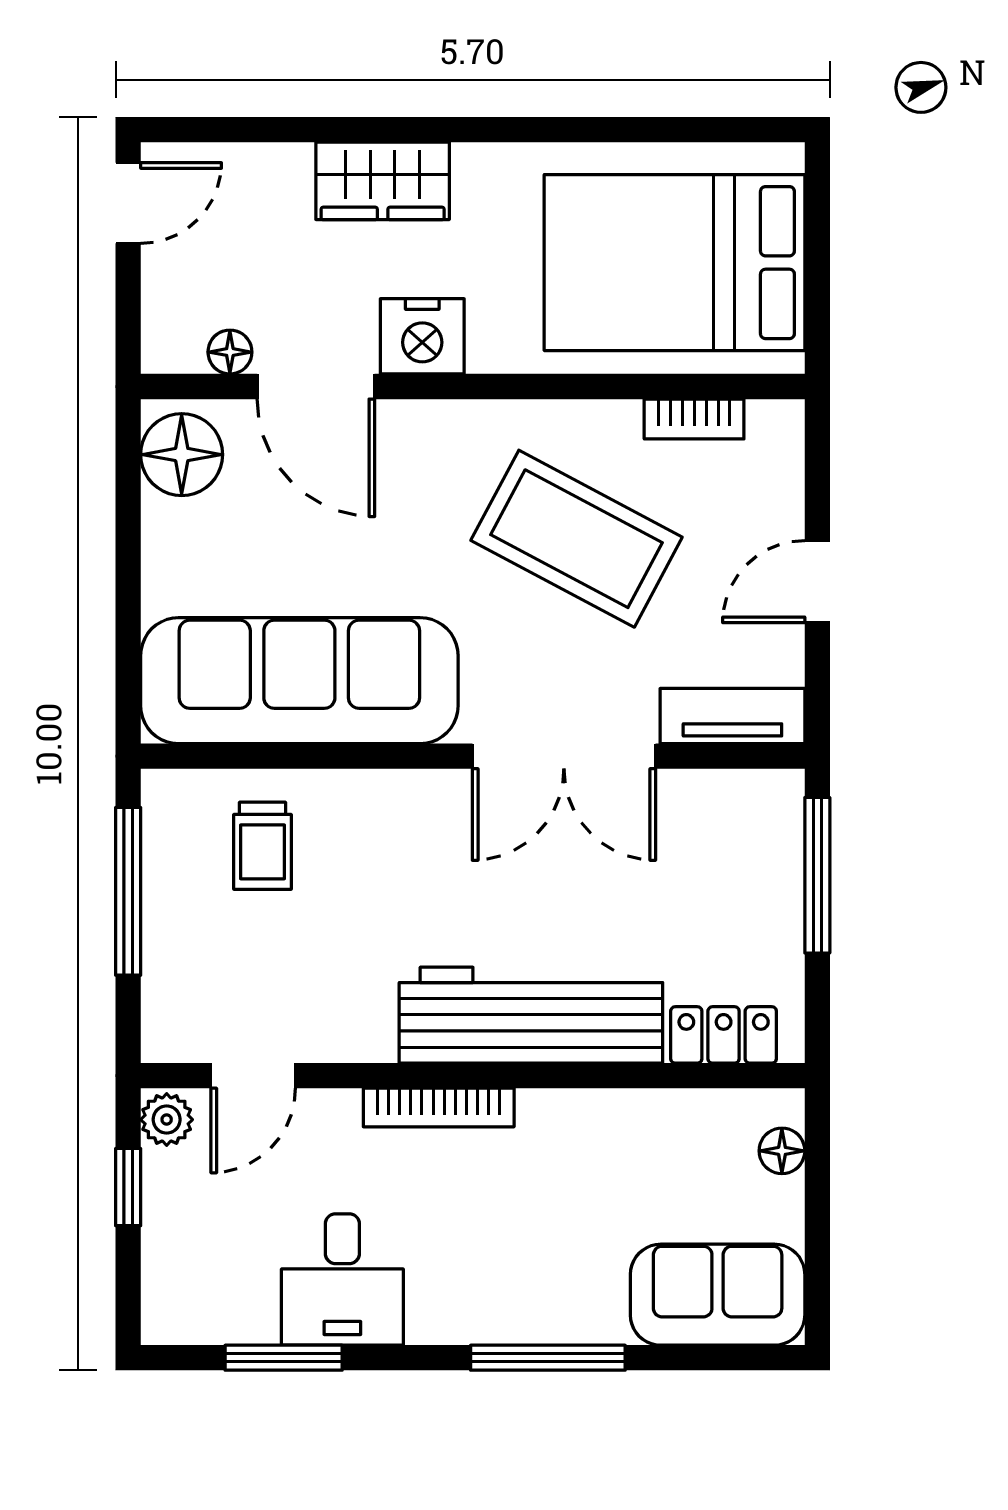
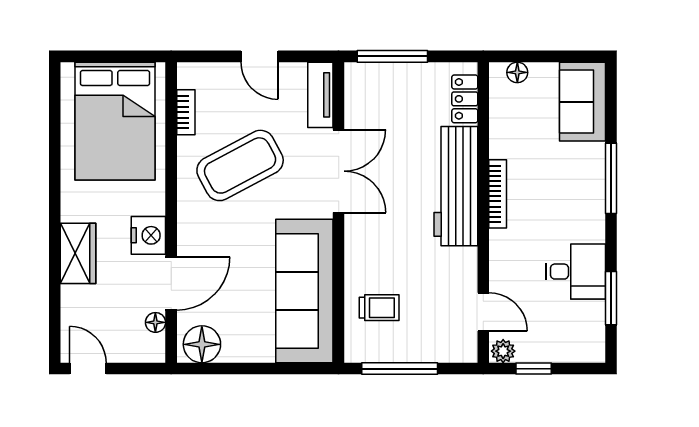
coffee table: (577, 539) -> (240, 165), turned 34
bookcase: (439, 1108) -> (498, 194), moved

